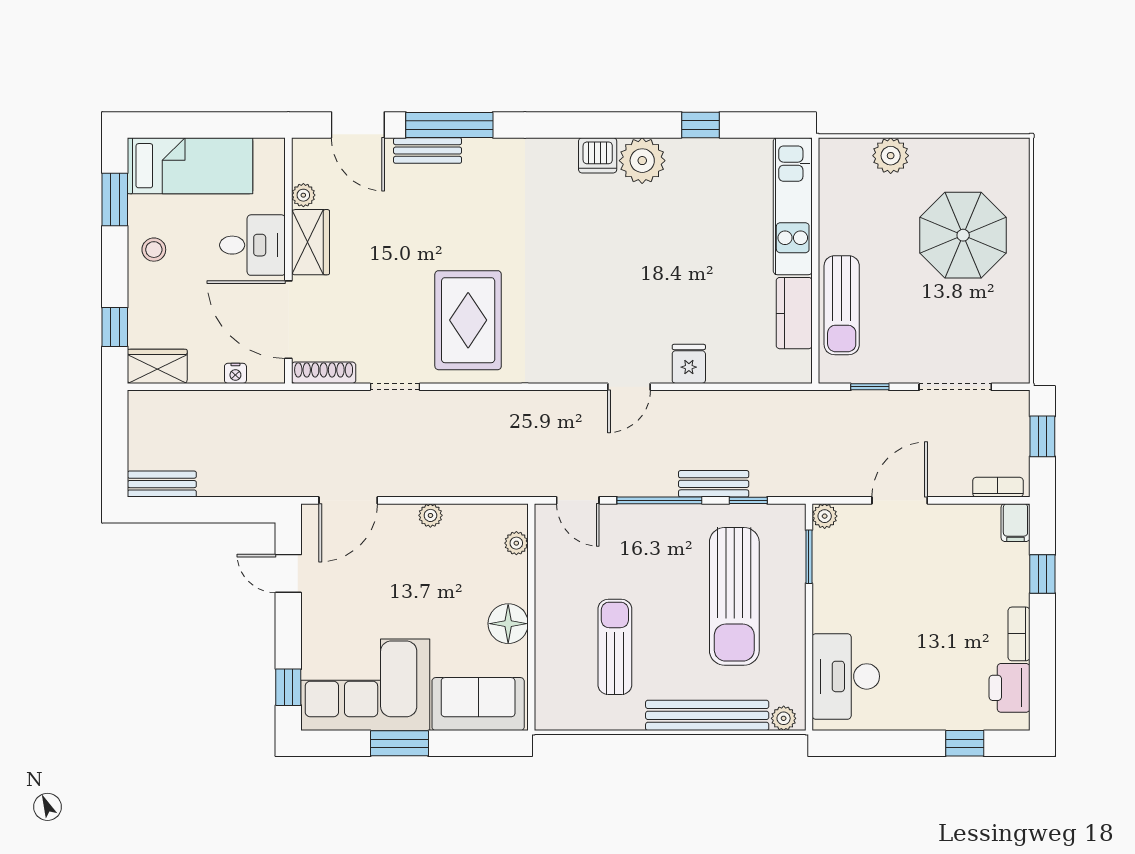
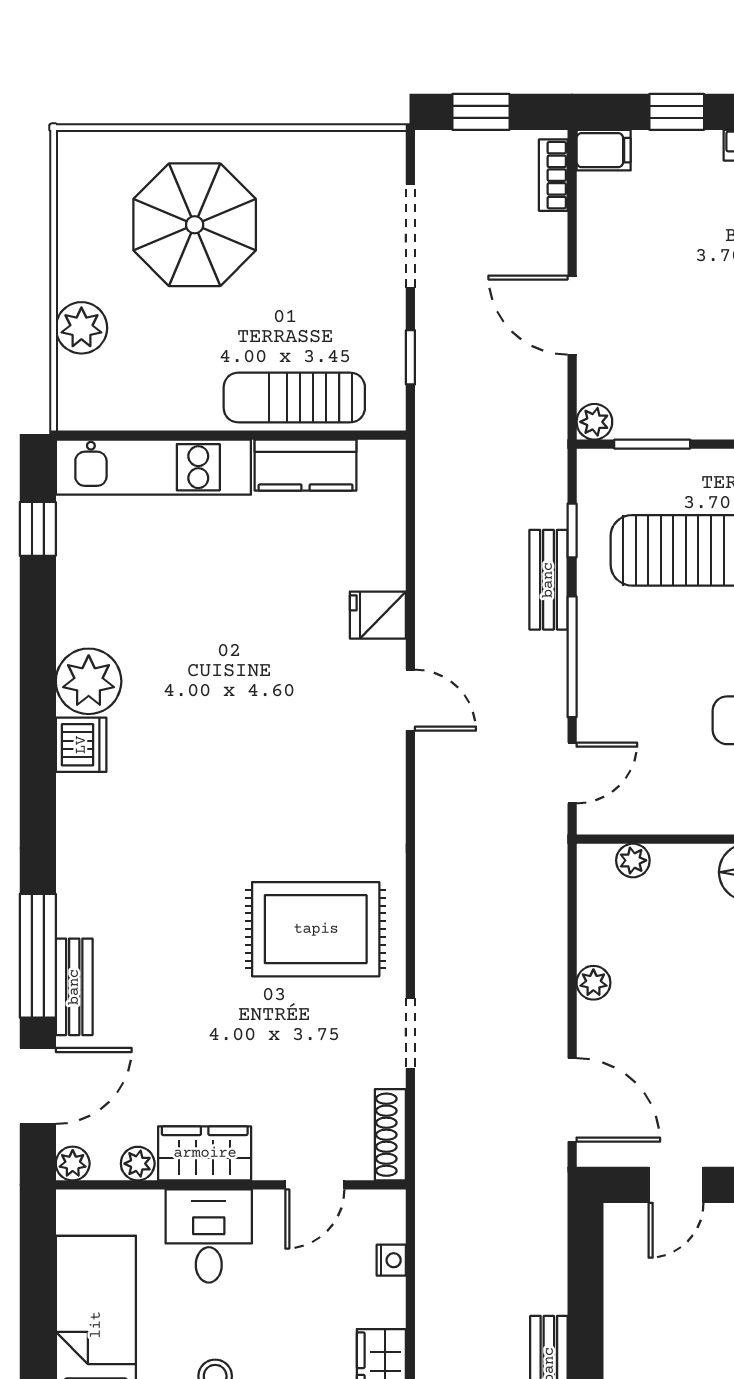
window: (701, 125) -> (38, 529), moved
plant: (303, 149) -> (73, 1163), added
sun lounger: (842, 305) -> (294, 398), turned 180
door: (288, 320) -> (315, 1185), width x0.53

